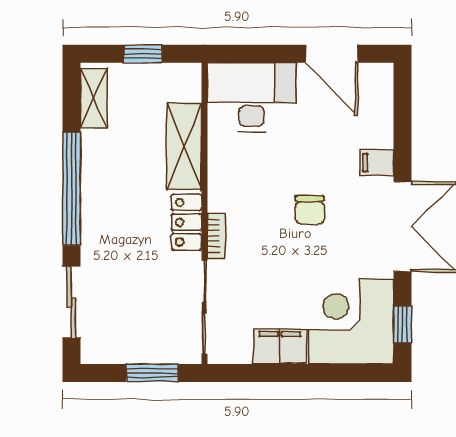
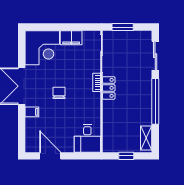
desk: (252, 97) -> (87, 138), width x0.73
shelving: (184, 147) -> (110, 118), removed
window: (402, 324) -> (22, 47), removed

